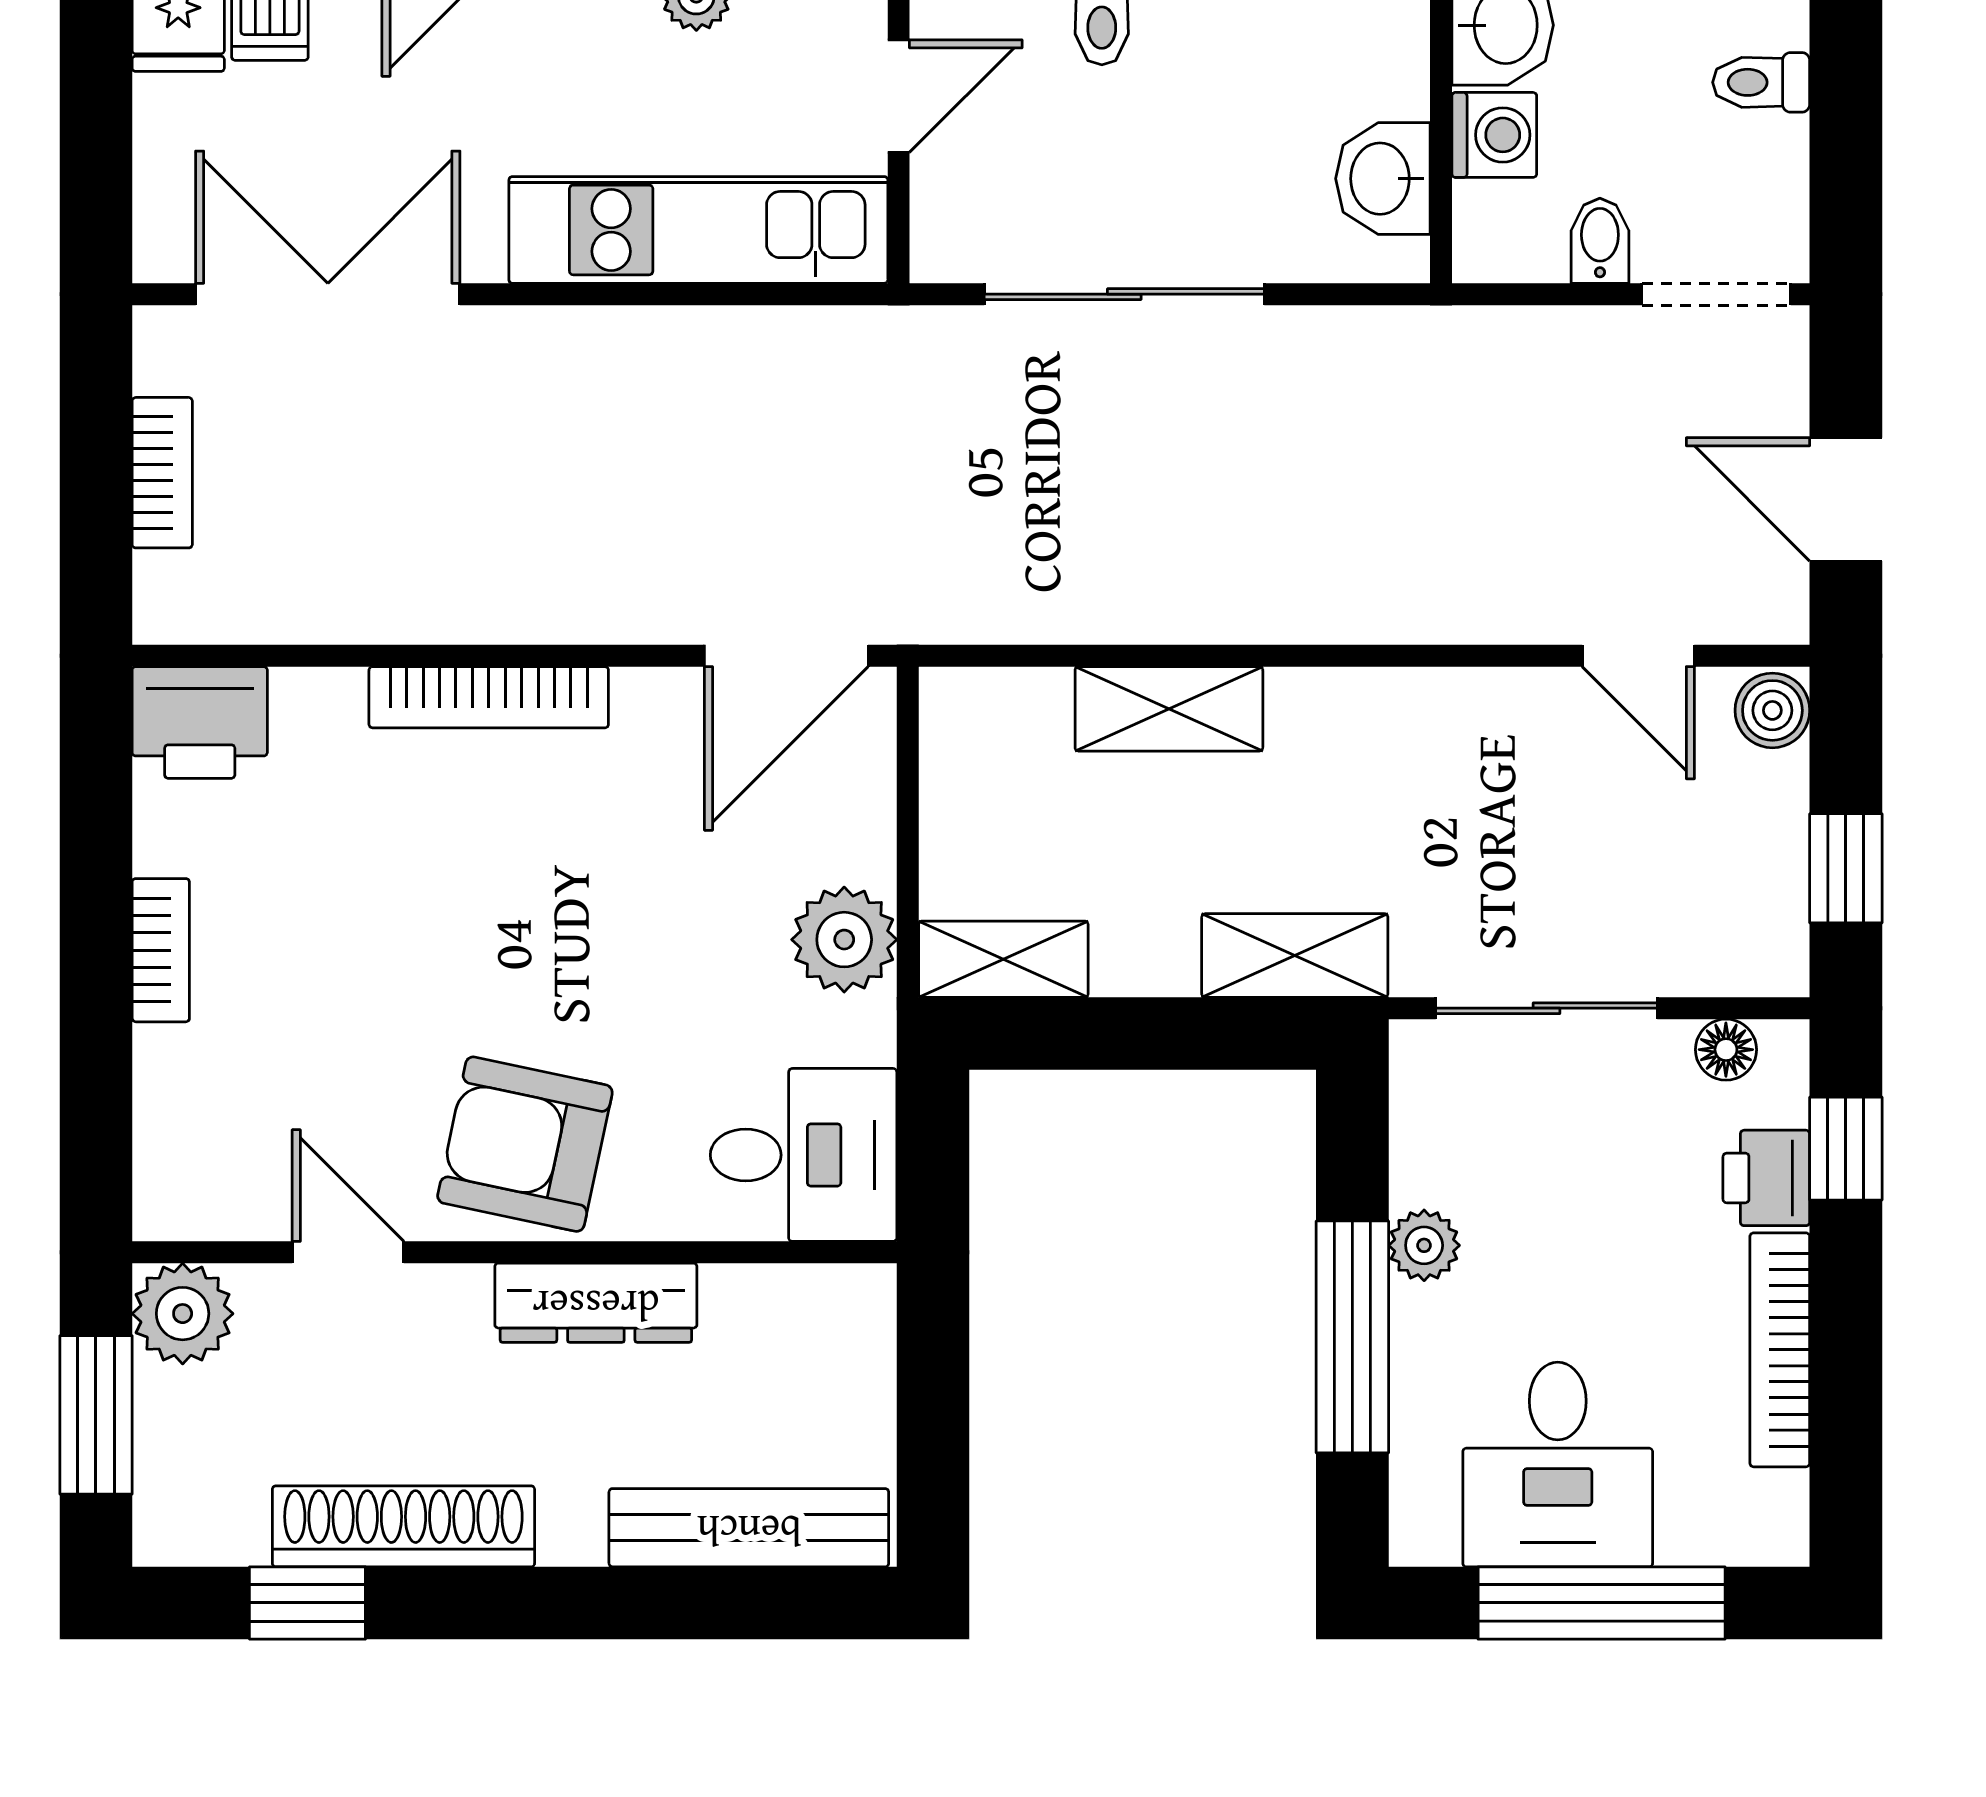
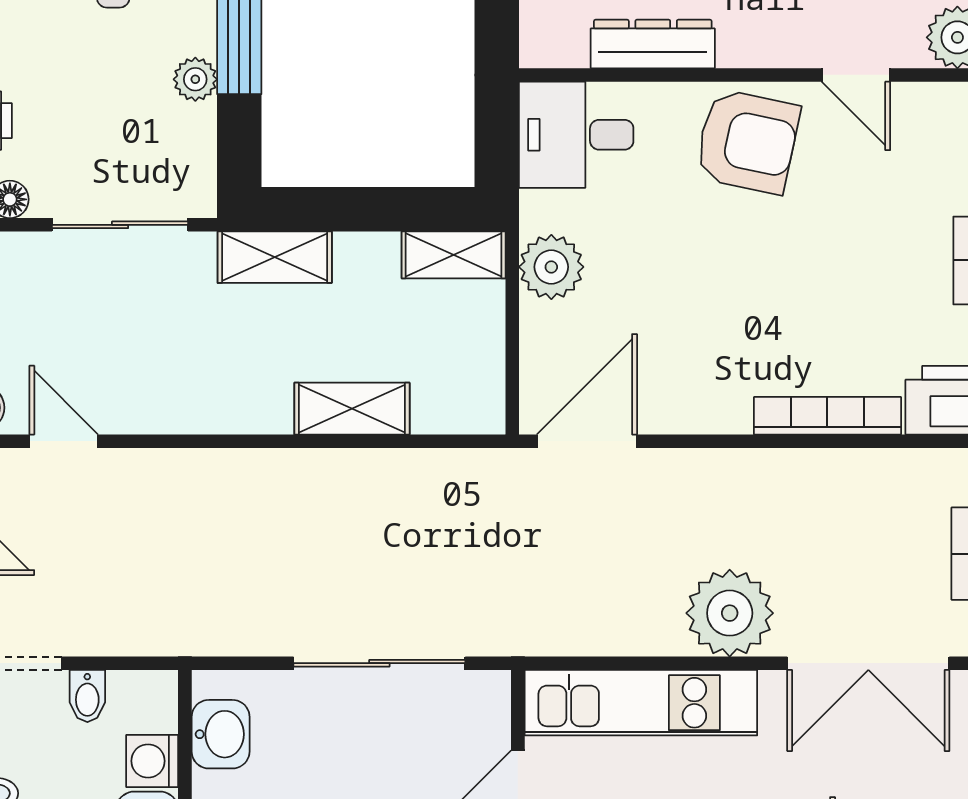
plant: (554, 376) -> (730, 613), added
bookcase: (489, 697) -> (827, 416), moved
dresser: (596, 1303) -> (653, 44), moved

